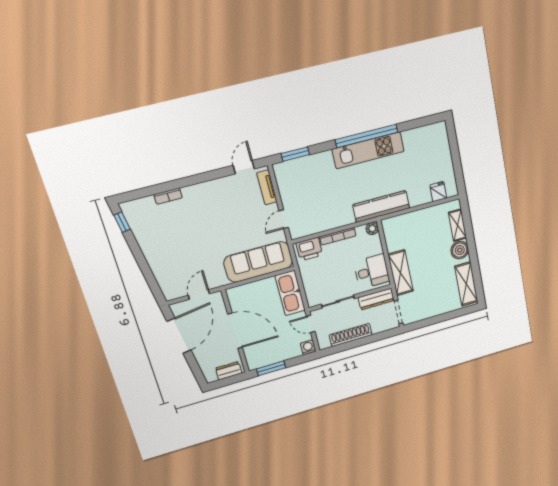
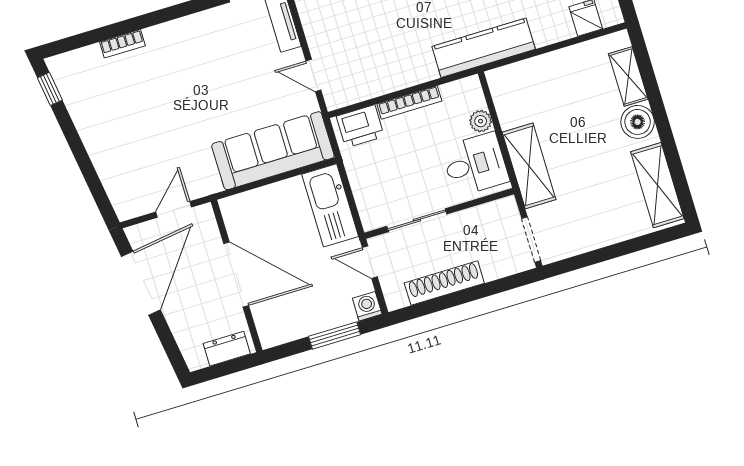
door: (284, 219) -> (313, 76), hinge flipped
plant: (372, 229) -> (481, 121), moved
dresser: (376, 299) -> (487, 215), removed
window: (271, 368) -> (335, 336), moved

